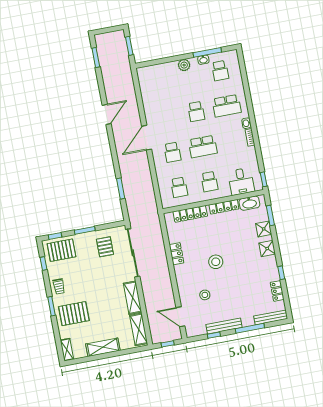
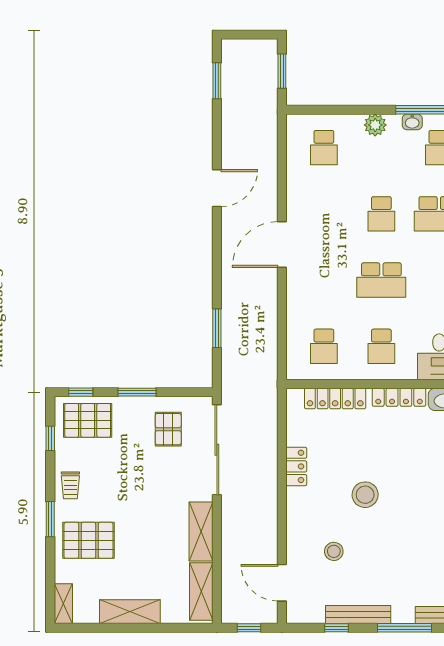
school desk: (172, 152) -> (324, 148), moved

